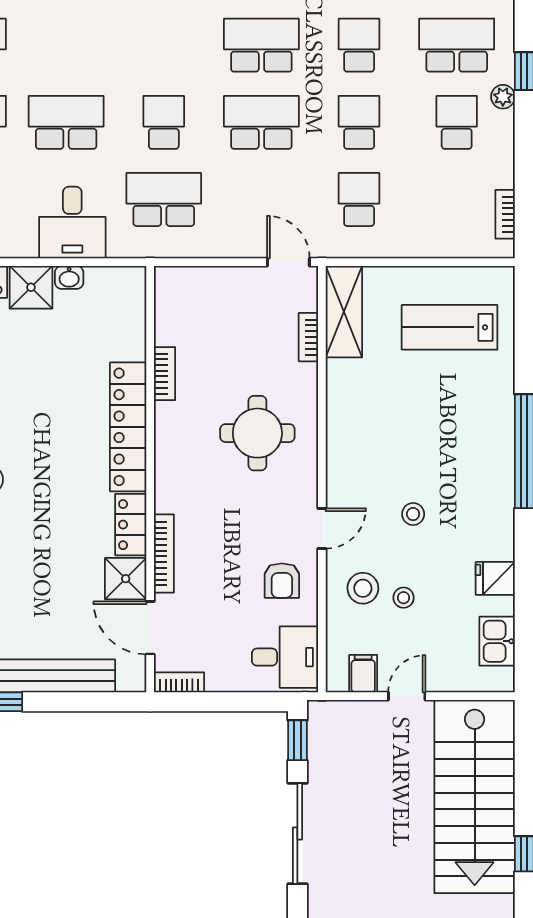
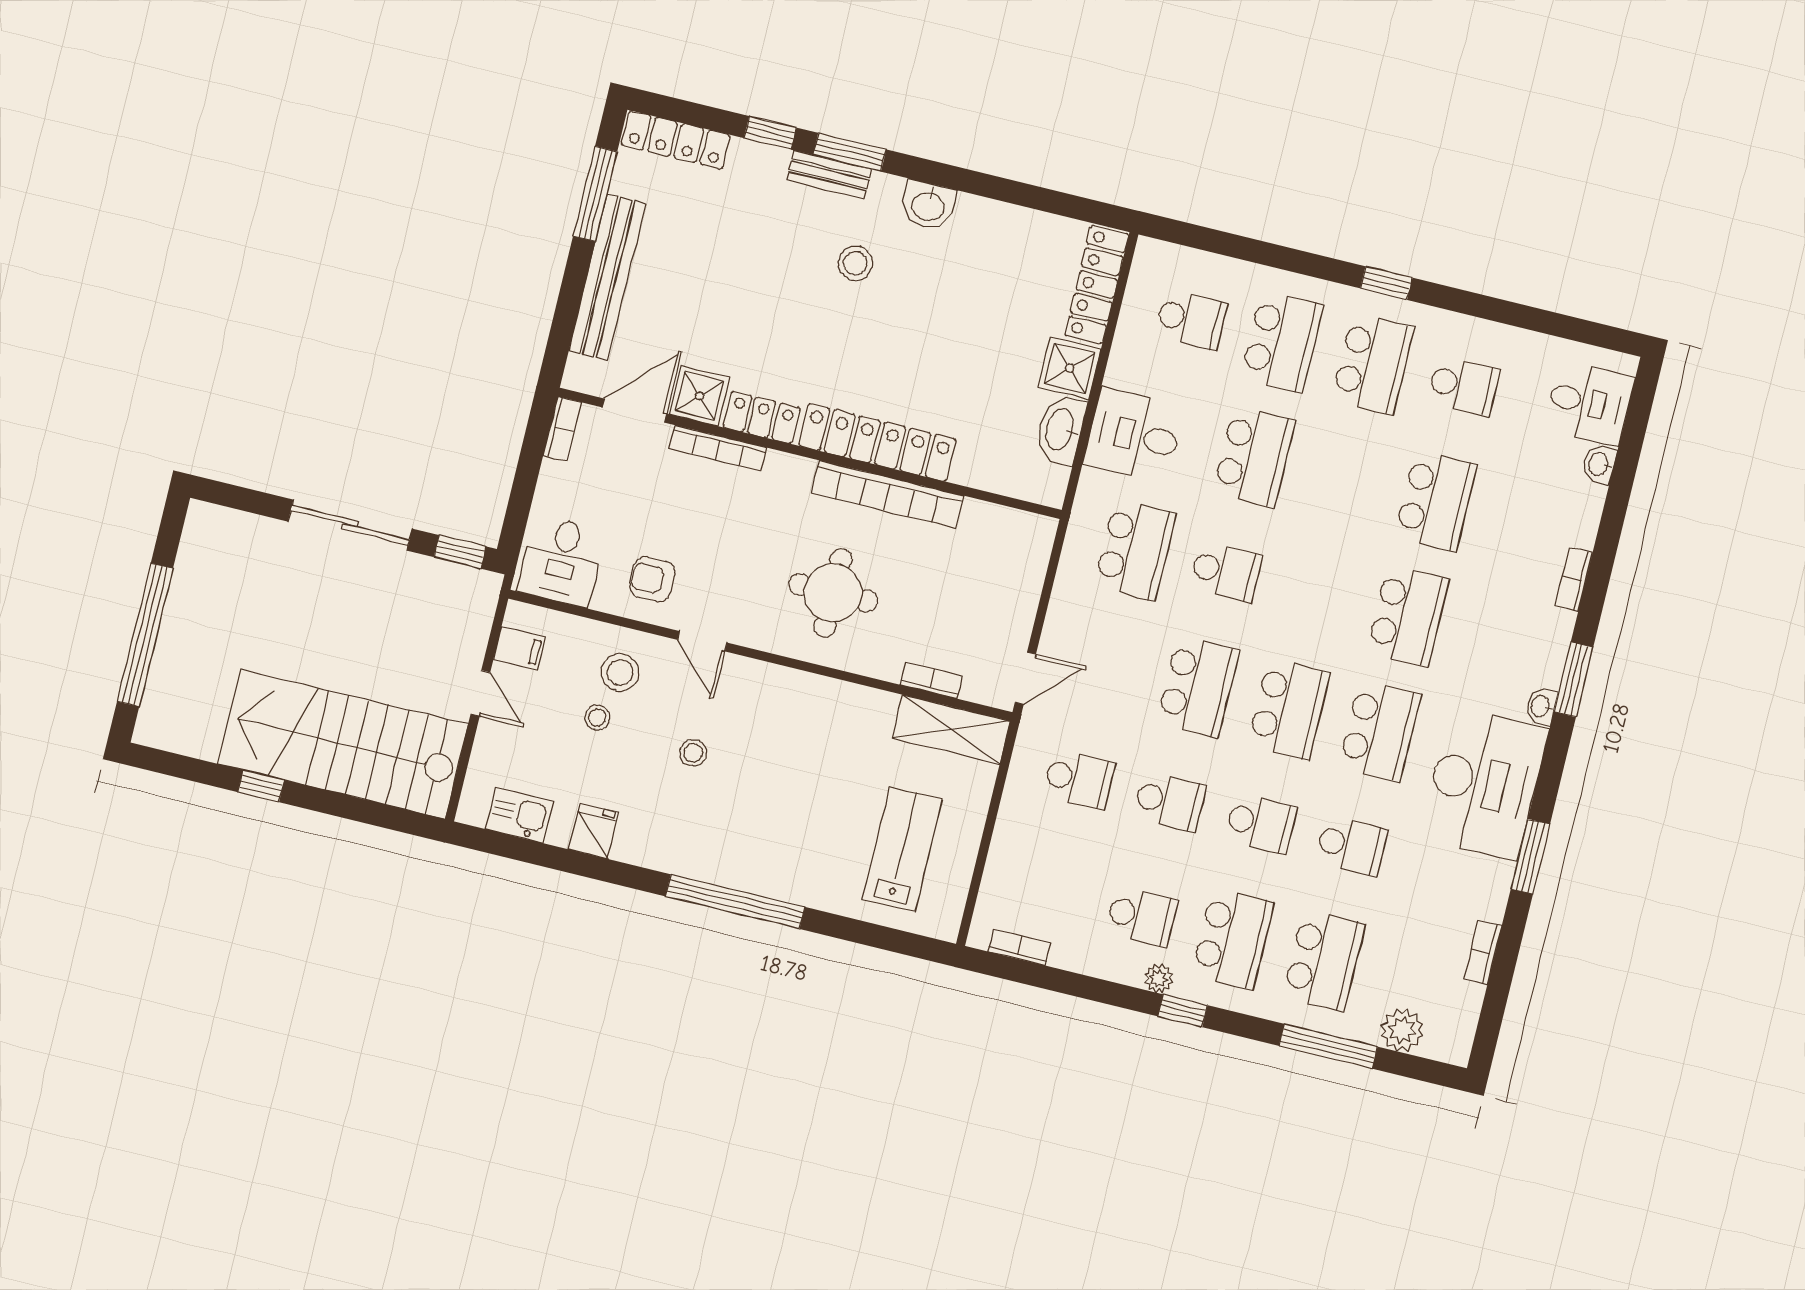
washbasin: (69, 277) -> (1061, 430), width x1.91, depth x1.45
bookcase: (165, 374) -> (888, 494), width x2.31, depth x1.31

